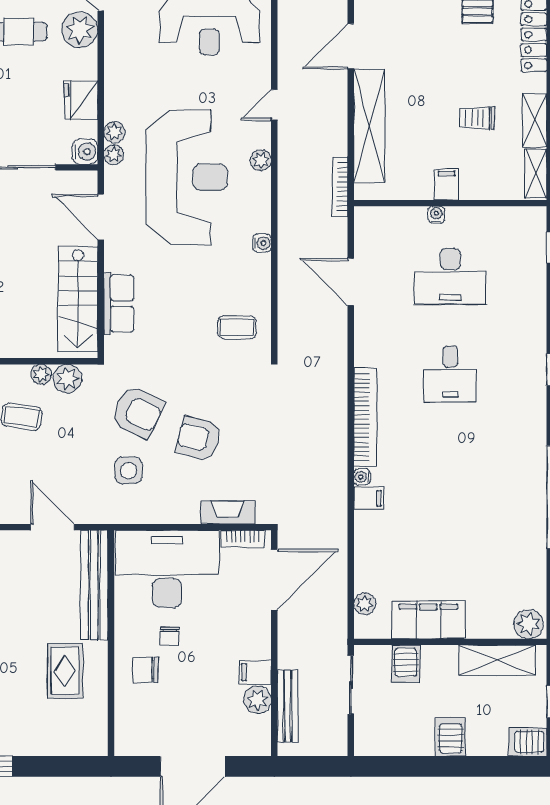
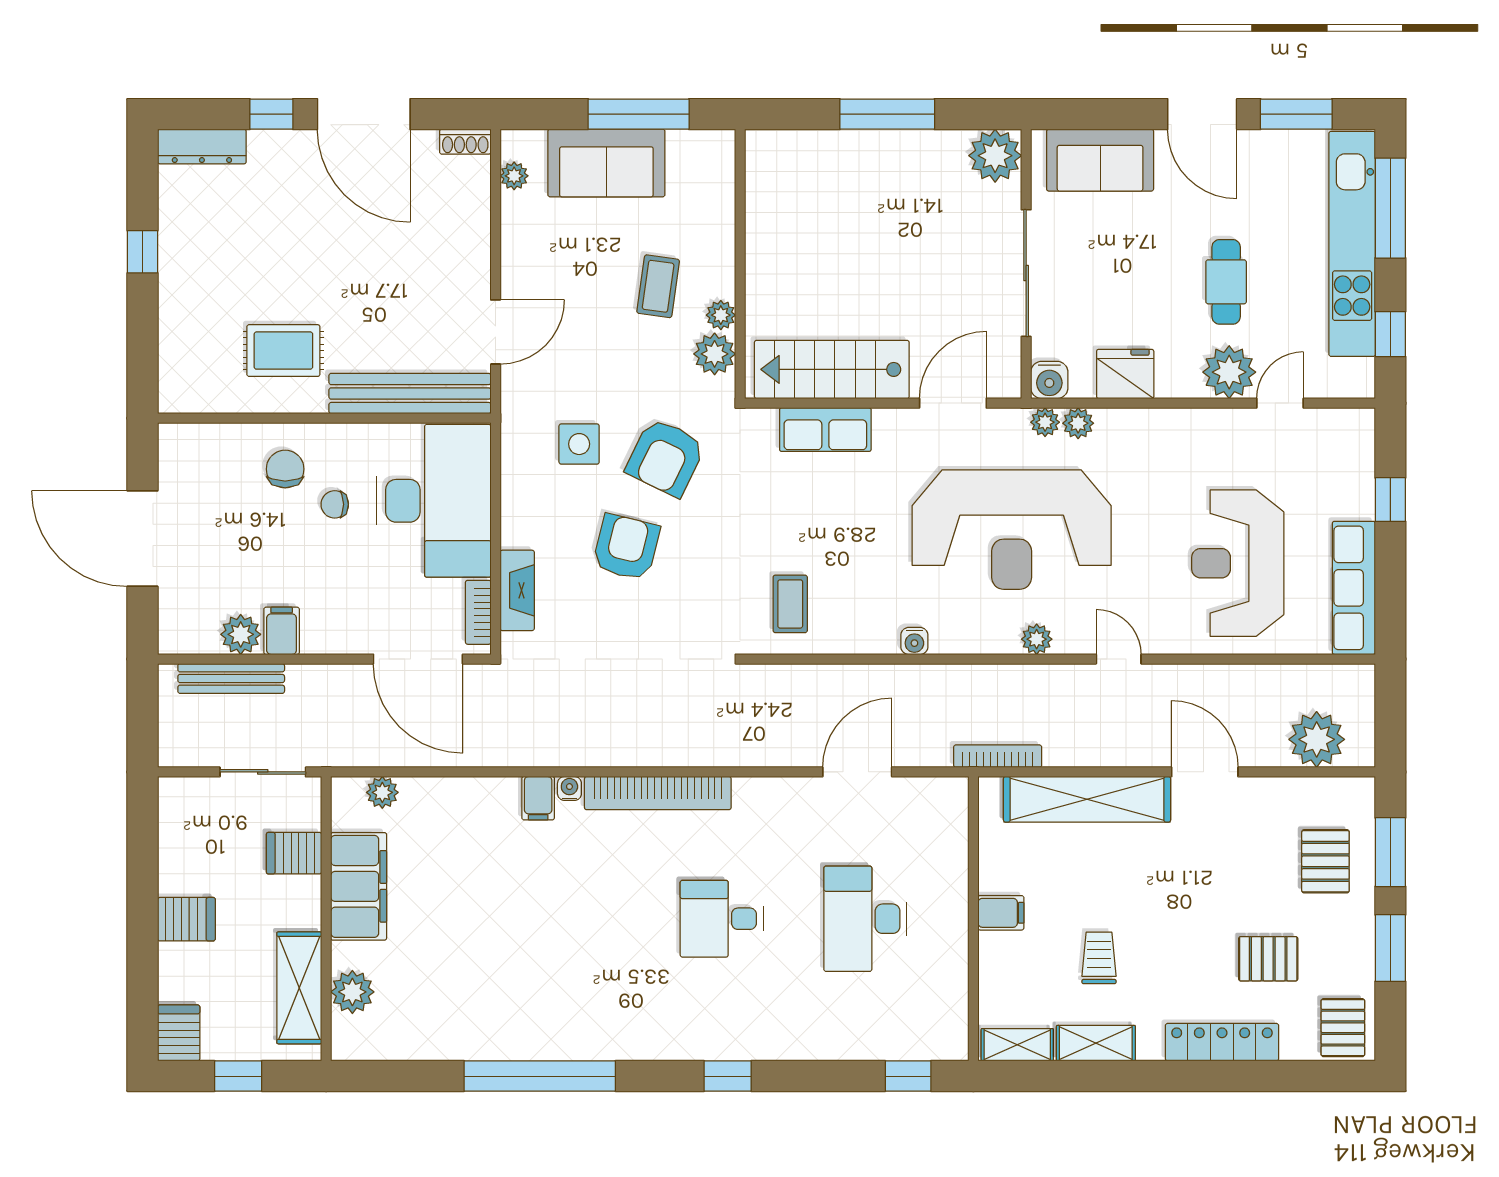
water cooler: (436, 215) -> (956, 898), removed
plant: (529, 624) -> (352, 992), moved

